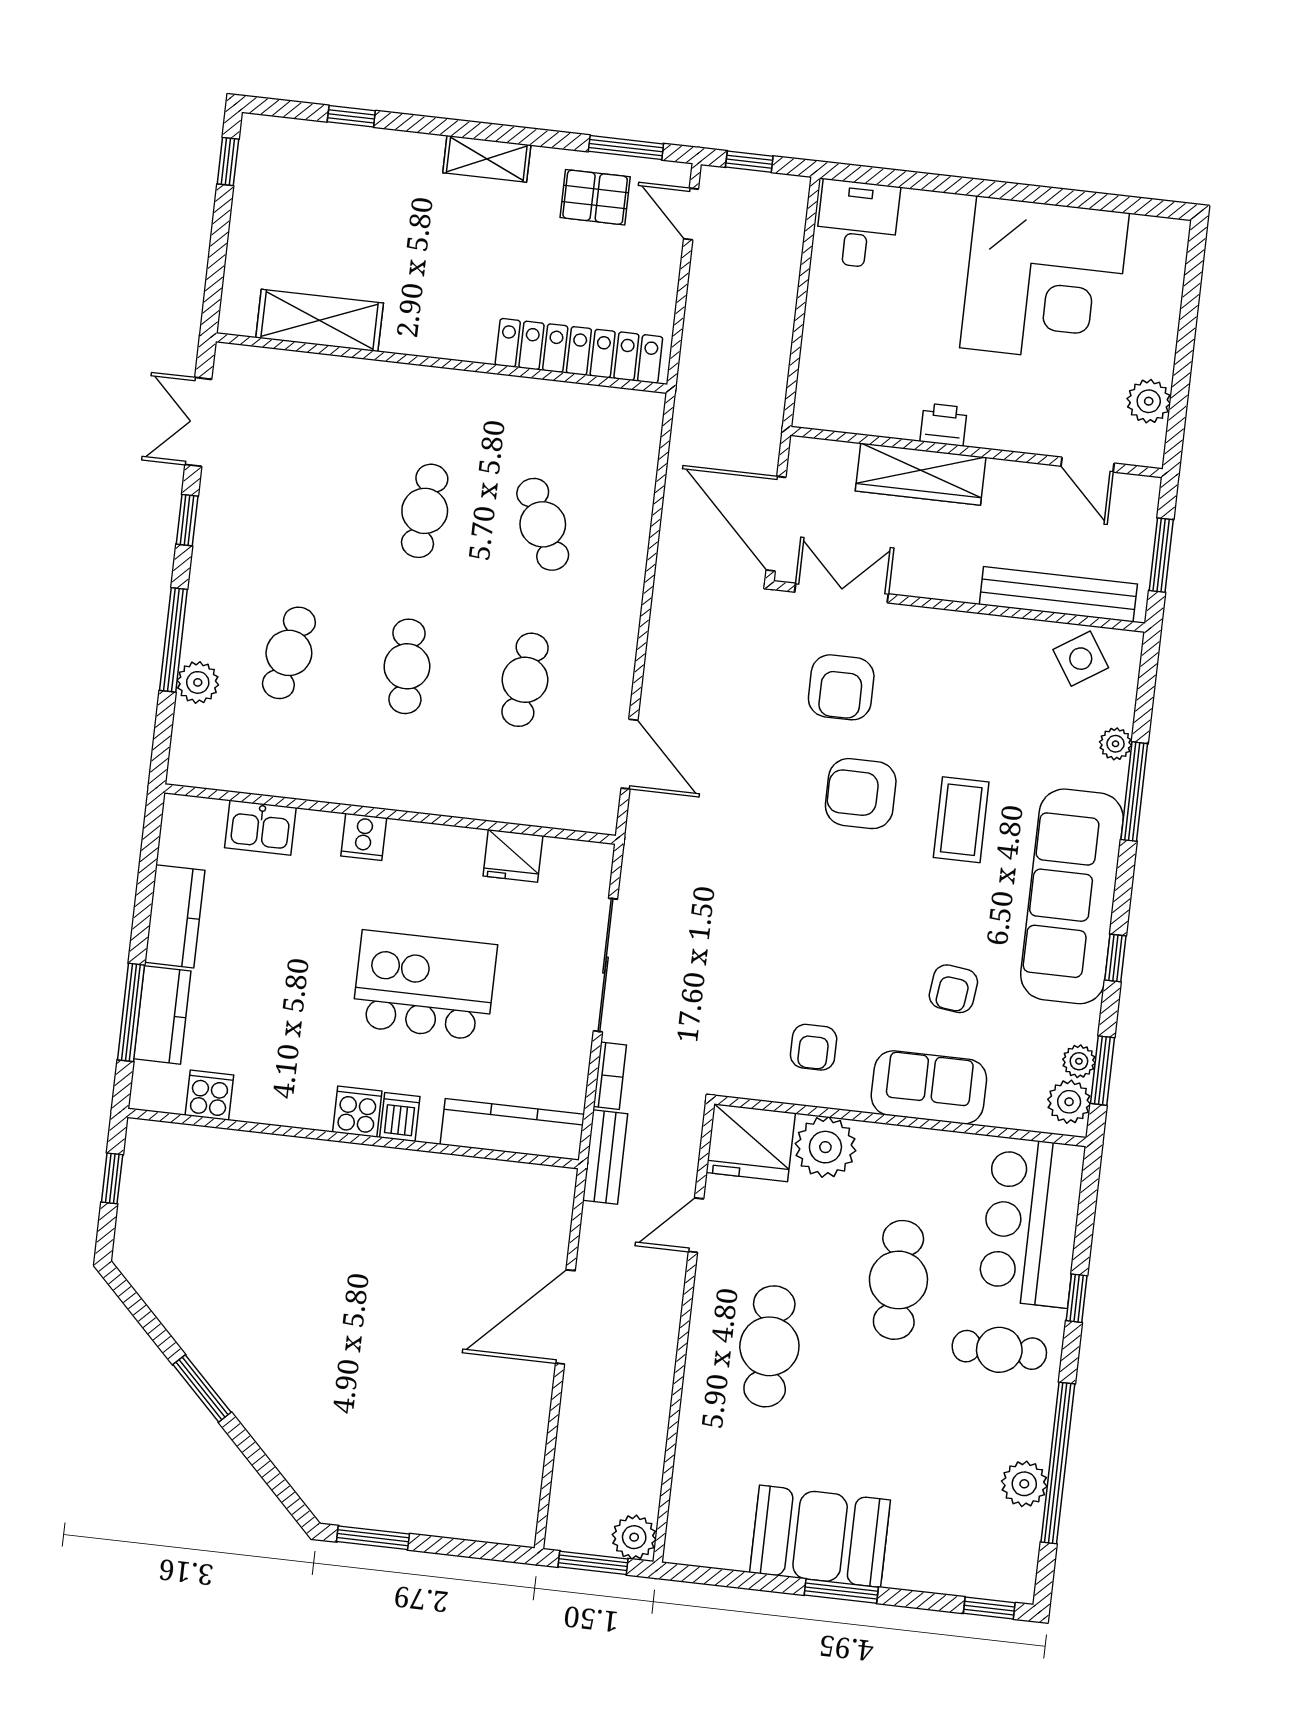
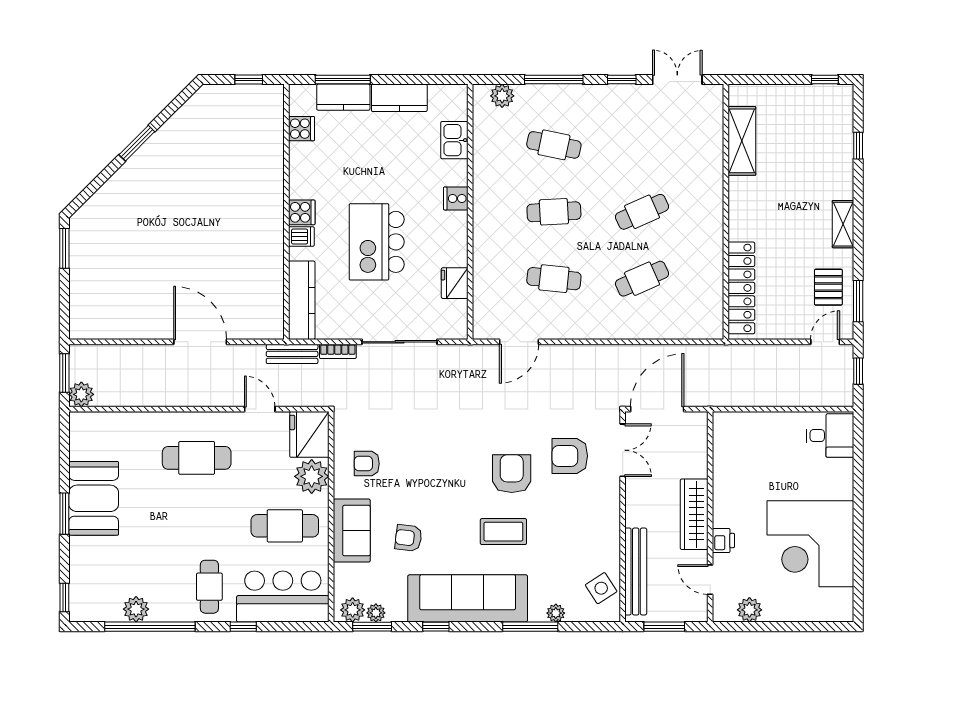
printer: (944, 425) -> (723, 541), moved
door: (1088, 465) -> (710, 580), hinge flipped
wardrobe: (921, 474) -> (694, 514), moved
cafe table: (425, 511) -> (642, 212), turned -30
plant: (198, 682) -> (502, 96), moved
kitchen island: (424, 985) -> (377, 242), turned 180
cafe table: (898, 1280) -> (285, 526), moved

